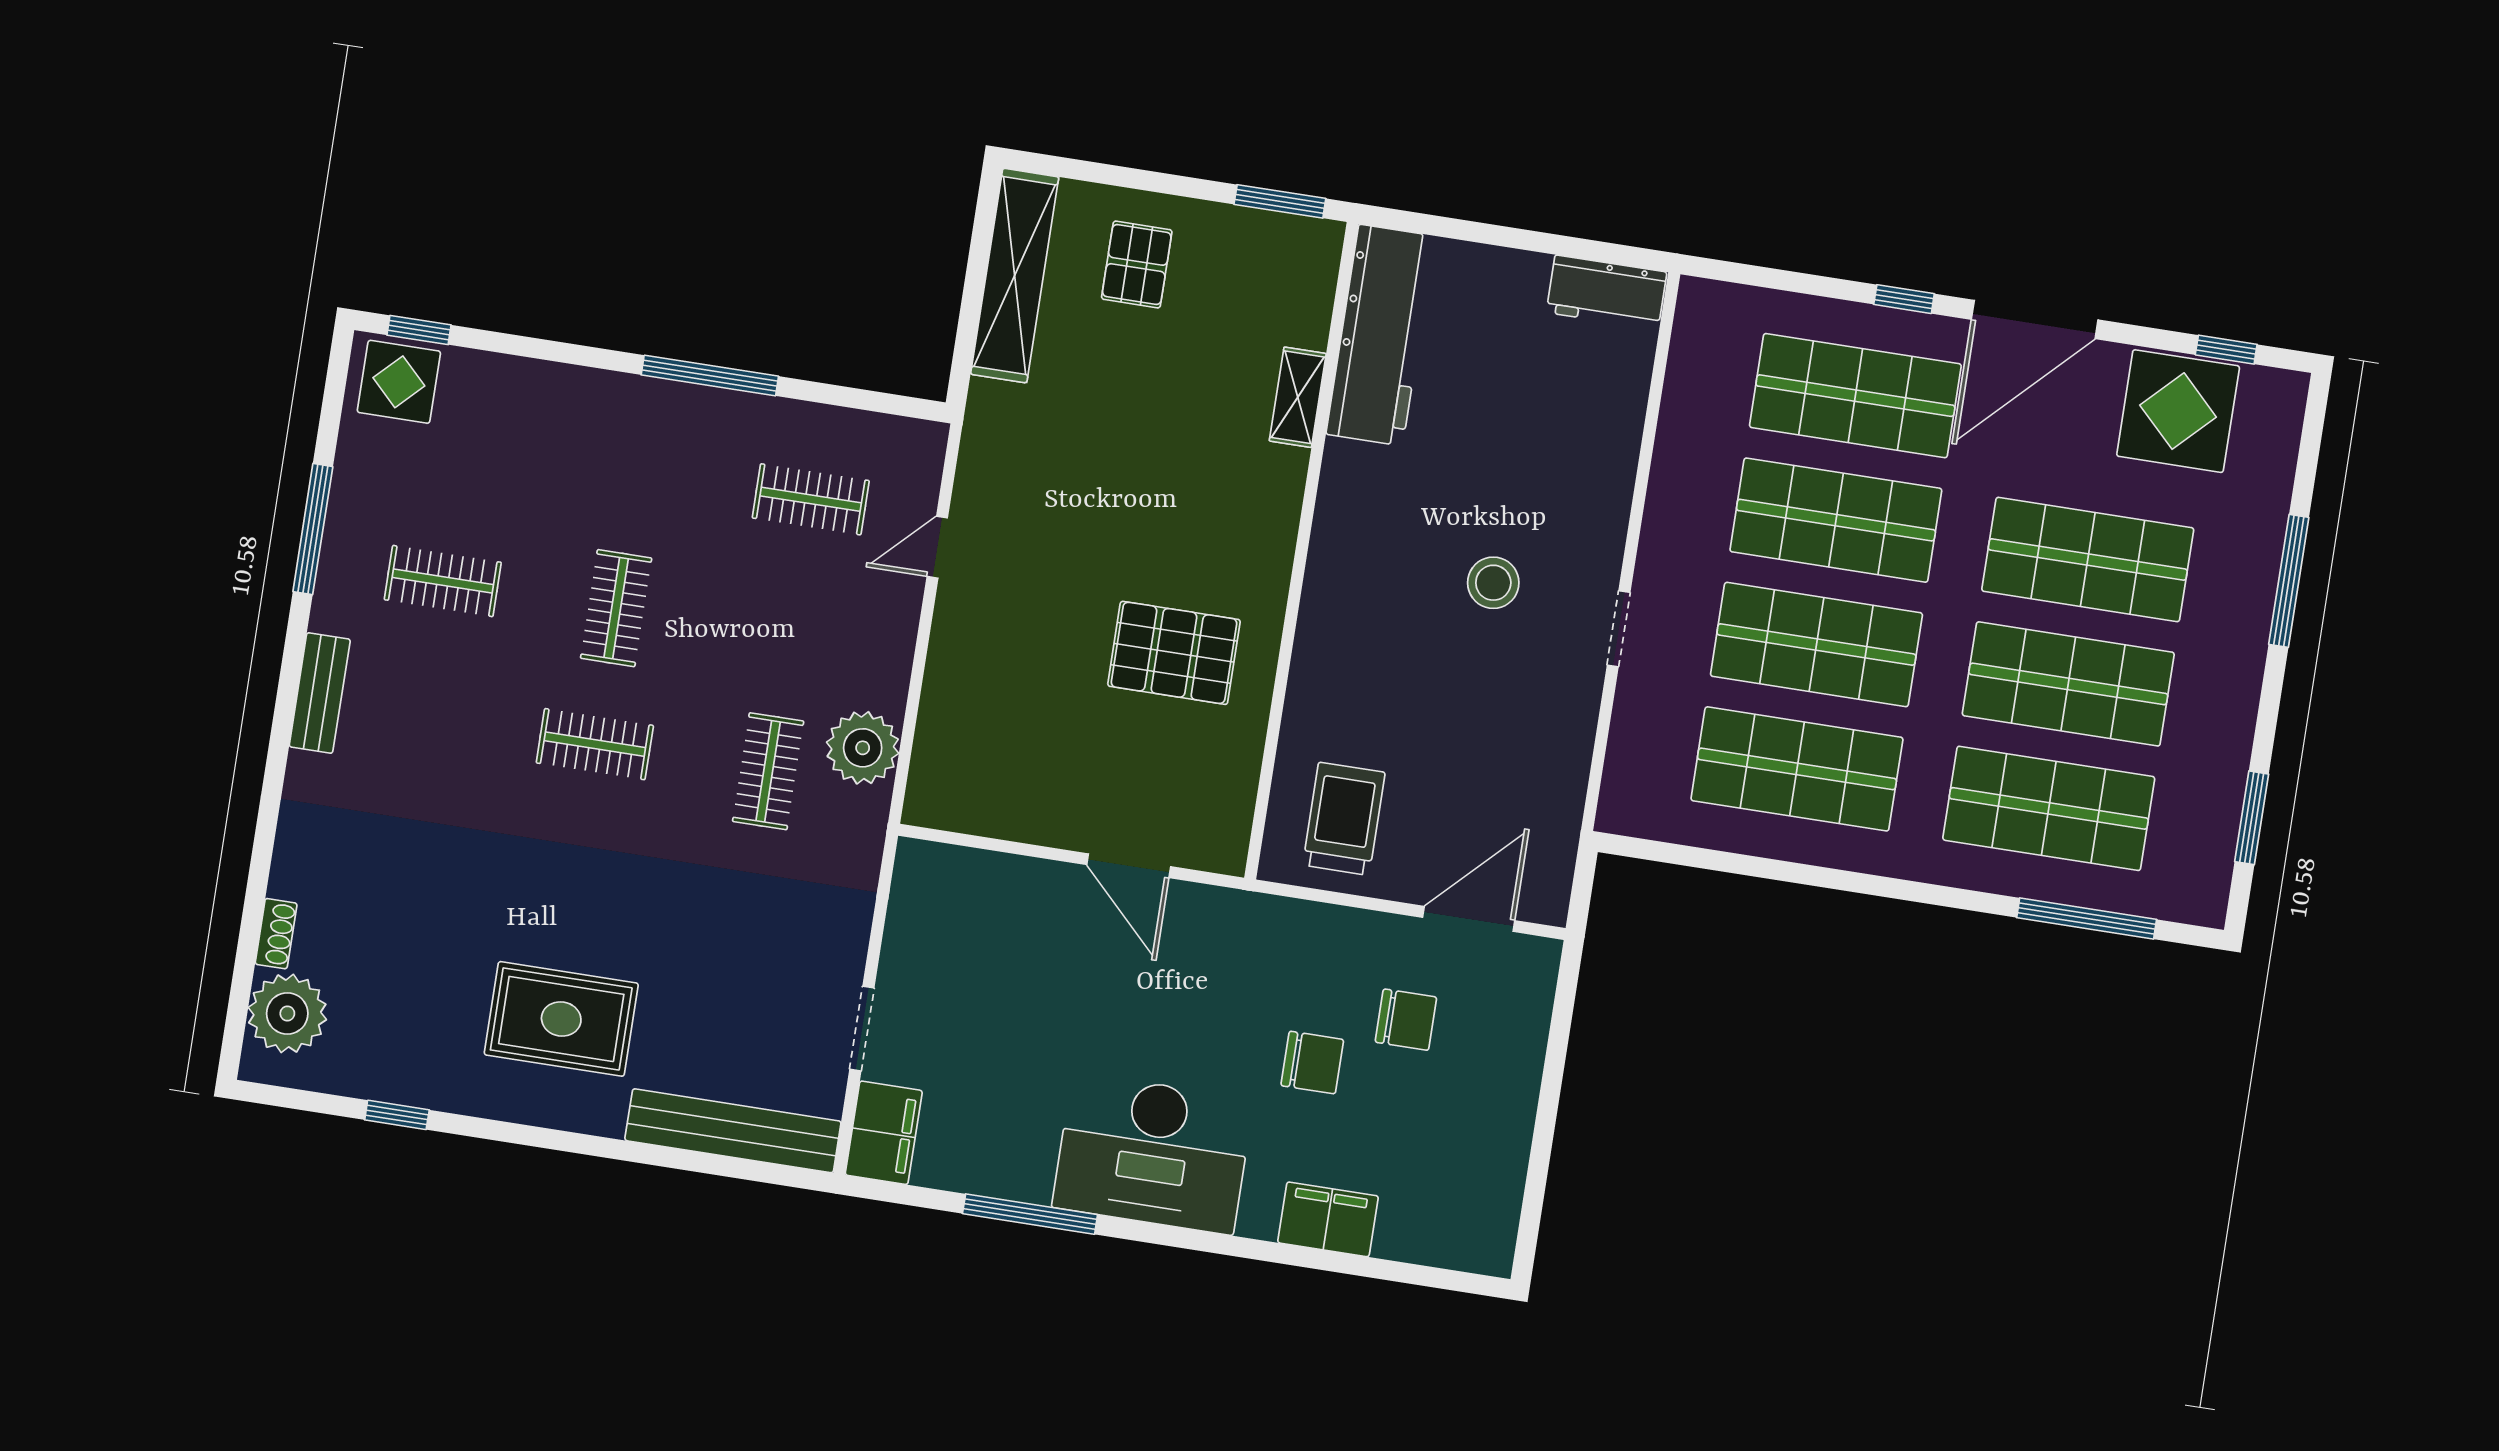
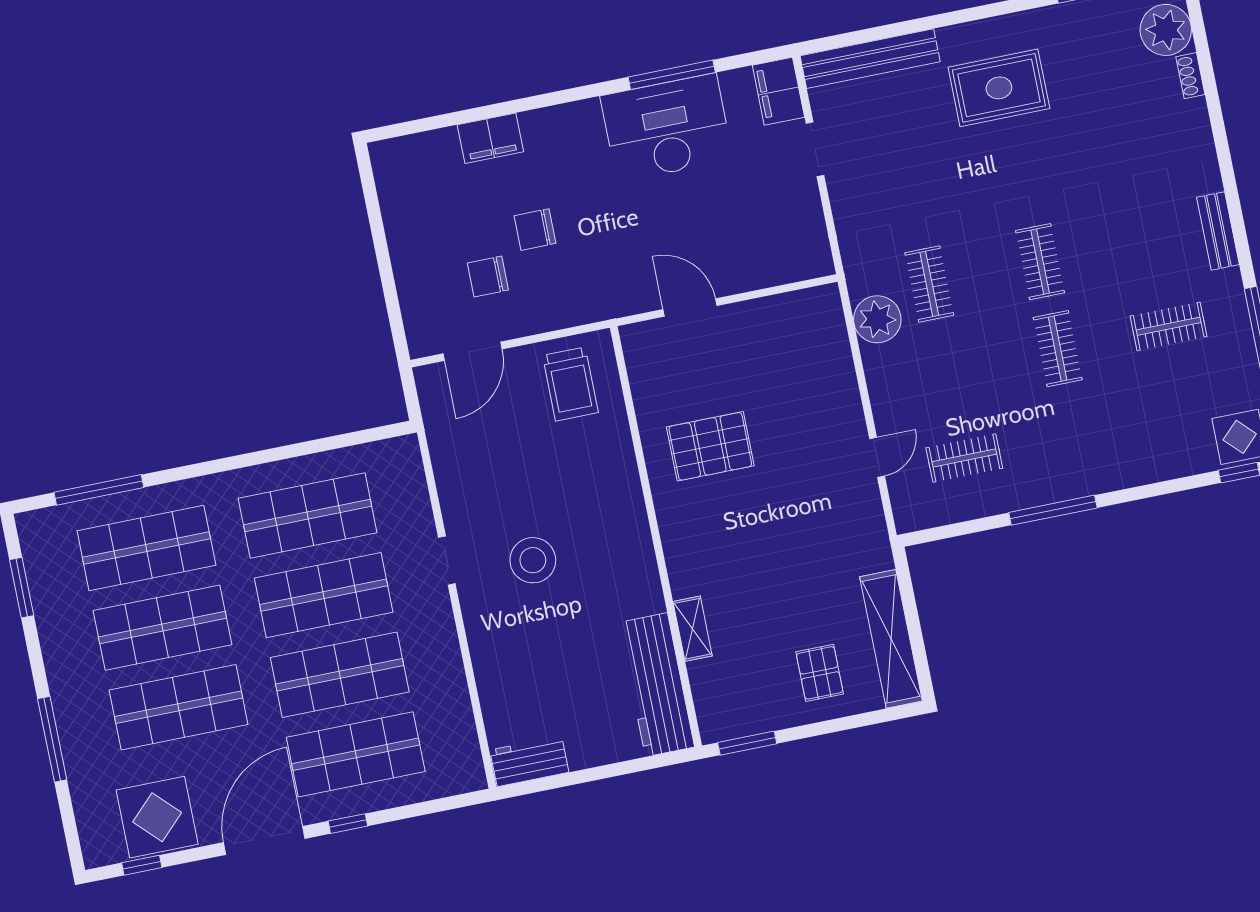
stool: (1493, 583) -> (533, 560), width x1.38, depth x1.38
clothes rail: (595, 744) -> (1040, 262), turned 90
desk: (1153, 1153) -> (667, 128), moved

